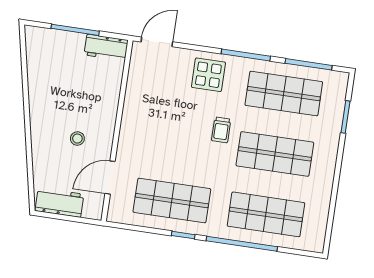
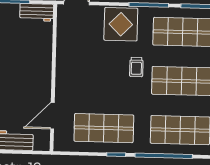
display table: (208, 75) -> (121, 24), width x1.36, depth x1.36
stool: (77, 139) -> (23, 88), removed

